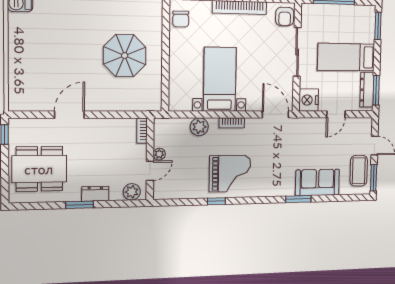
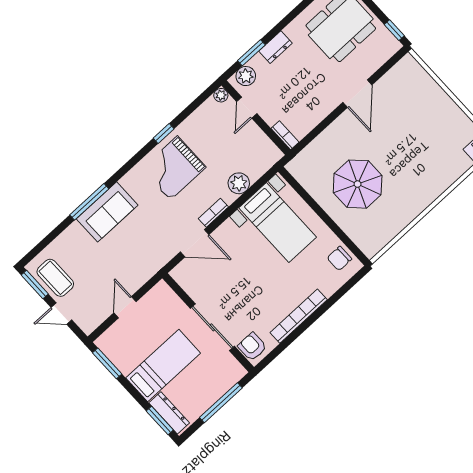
chair: (181, 19) -> (339, 258), turned -90
bed with nightstands: (220, 79) -> (278, 222), moved
dresser: (367, 90) -> (169, 413), moved
nightstand: (309, 100) -> (162, 296), removed
door: (275, 114) -> (195, 243), moved
plant: (159, 154) -> (221, 95), moved
sofa: (317, 182) -> (107, 212), moved
window: (298, 199) -> (89, 202), width x1.44
window: (80, 205) -> (251, 53), moved

